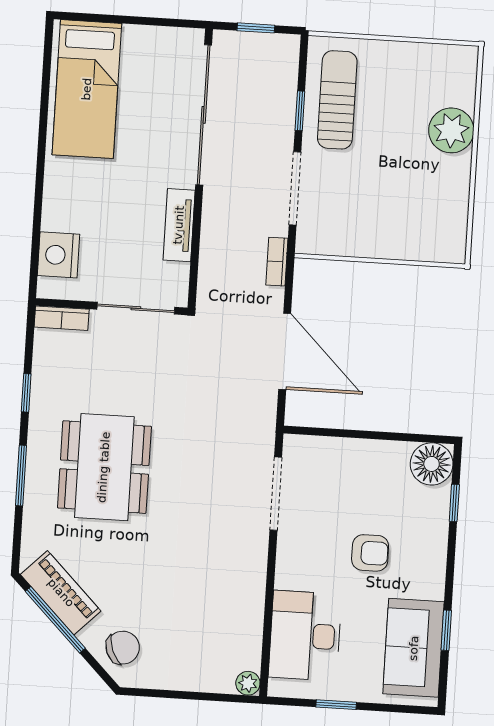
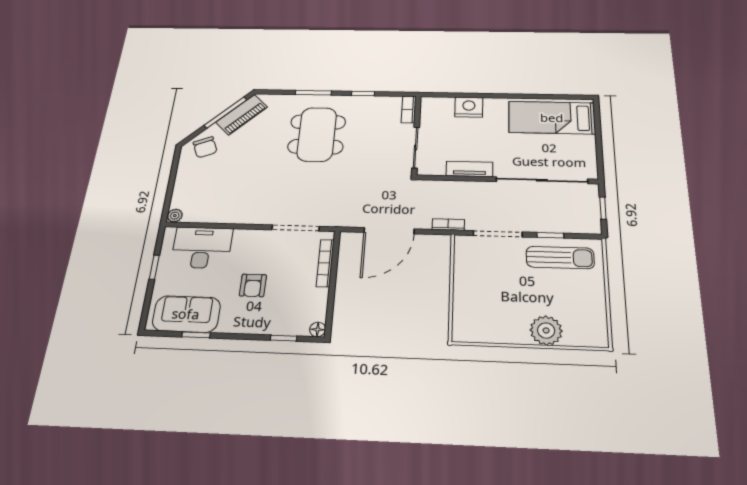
nightstand: (59, 255) -> (469, 107), moved
bookcase: (336, 447) -> (325, 263), added
floor lamp: (432, 464) -> (318, 329), width x0.53, depth x0.53
dining table: (104, 467) -> (317, 134), turned 90

